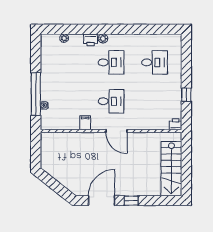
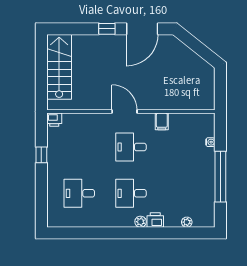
window: (36, 94) -> (220, 177), moved

